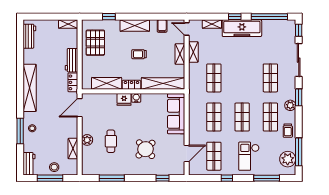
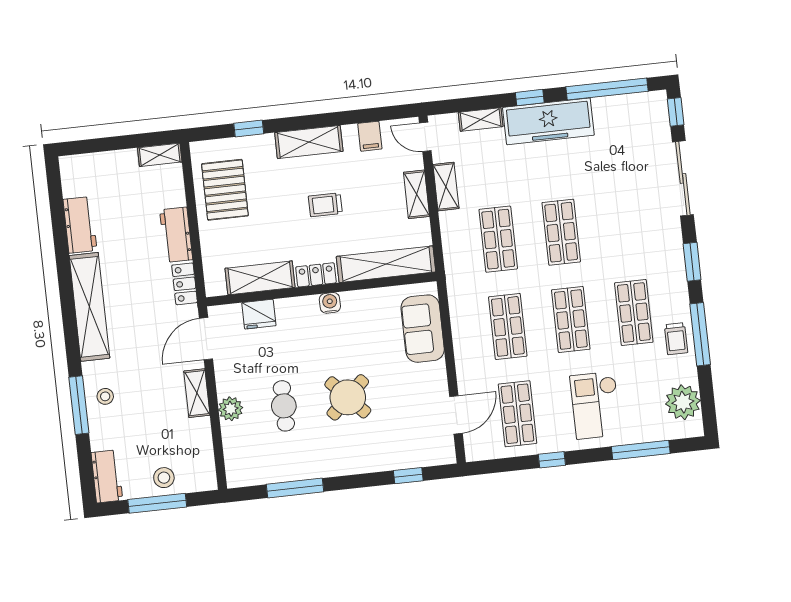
workbench: (29, 36) -> (80, 225), moved
shop shelf: (270, 78) -> (561, 232), moved
fridge: (124, 99) -> (259, 314), moved
plant: (290, 105) -> (675, 282), removed
sofa: (176, 114) -> (423, 329), width x0.73
shelving: (73, 149) -> (197, 393), moved
round table: (146, 149) -> (348, 397), moved
window: (299, 152) -> (700, 334), moved

